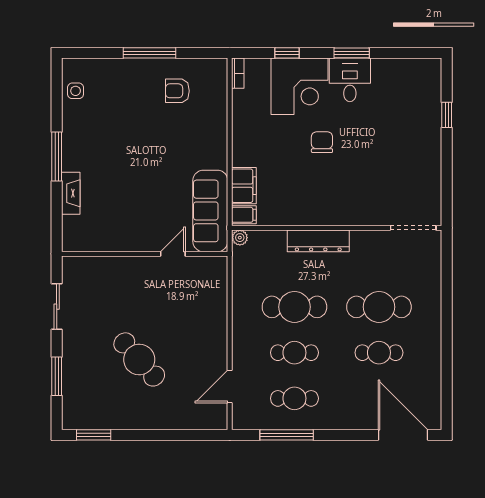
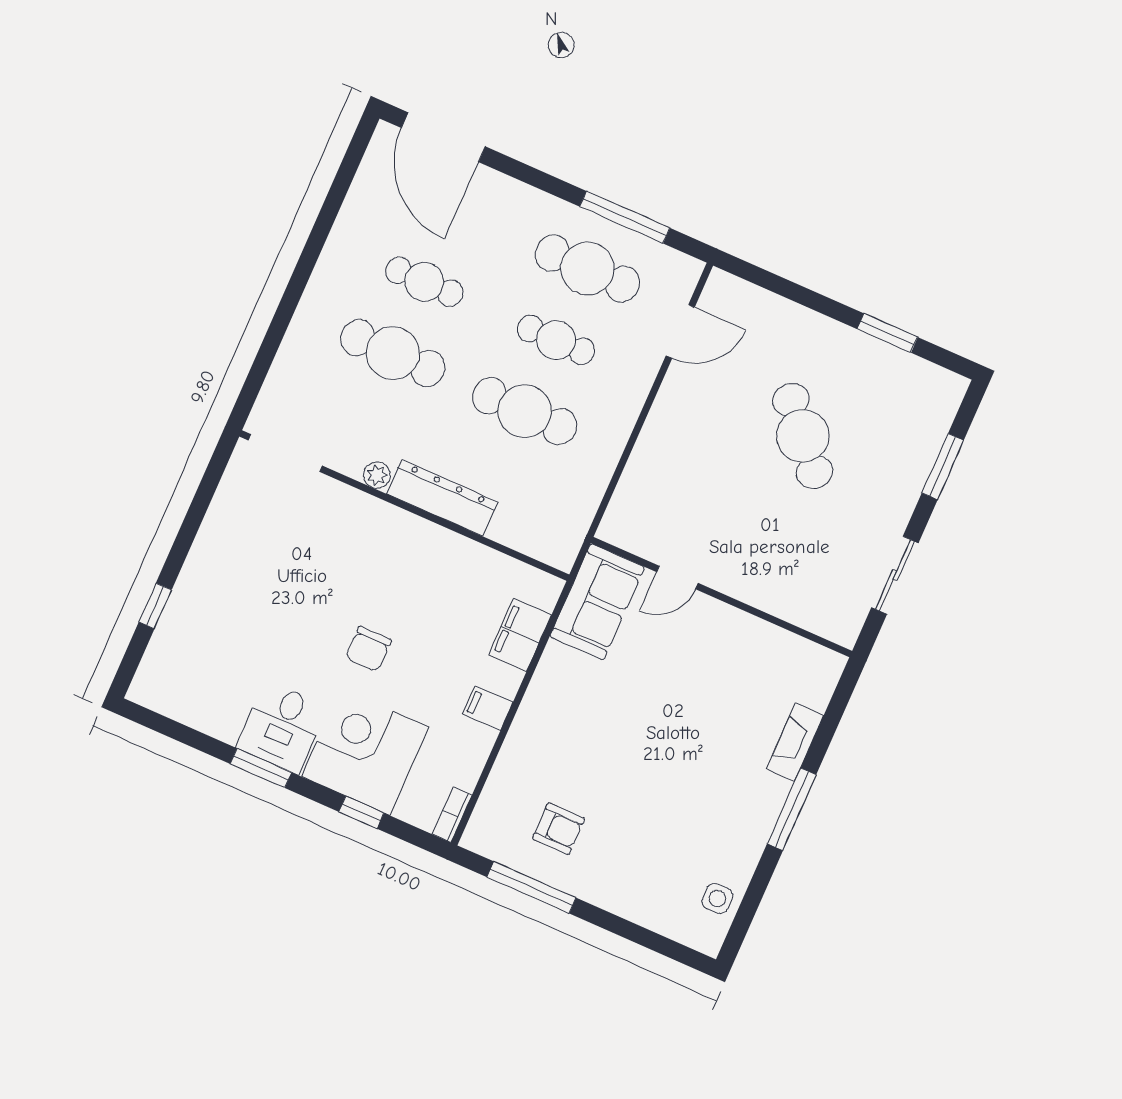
window: (150, 53) -> (531, 887), moved
sofa: (210, 211) -> (597, 602), width x0.73
filing cabinet: (244, 215) -> (488, 708), moved
plant: (240, 238) -> (377, 475), moved
cafe table: (294, 398) -> (587, 269), width x1.37, depth x1.35
window: (94, 435) -> (887, 333), moved

